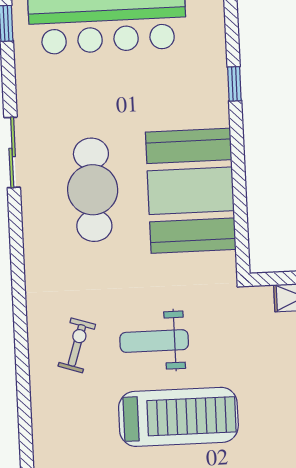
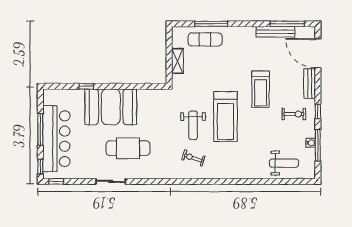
booth: (191, 191) -> (111, 107), moved
treadmill: (178, 417) -> (226, 117), turned 180

